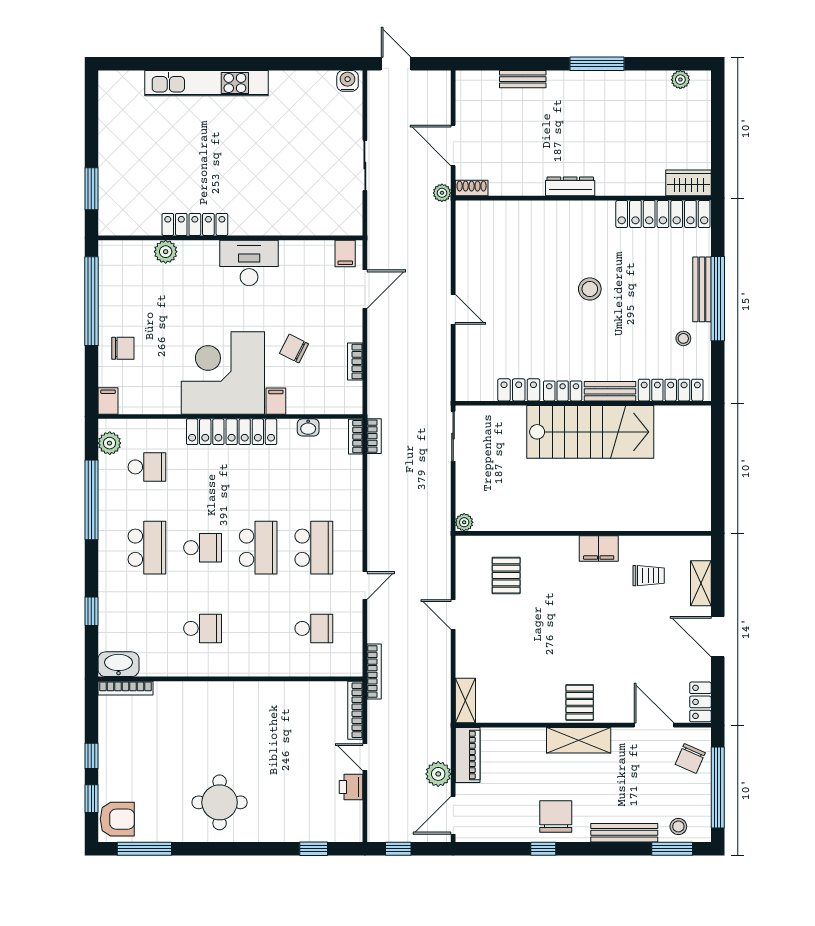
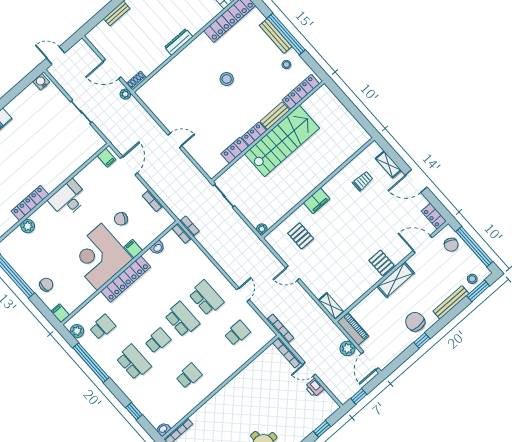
filing cabinet: (599, 549) -> (317, 201), moved
washbasin: (118, 664) -> (163, 429), width x0.52, depth x0.69

